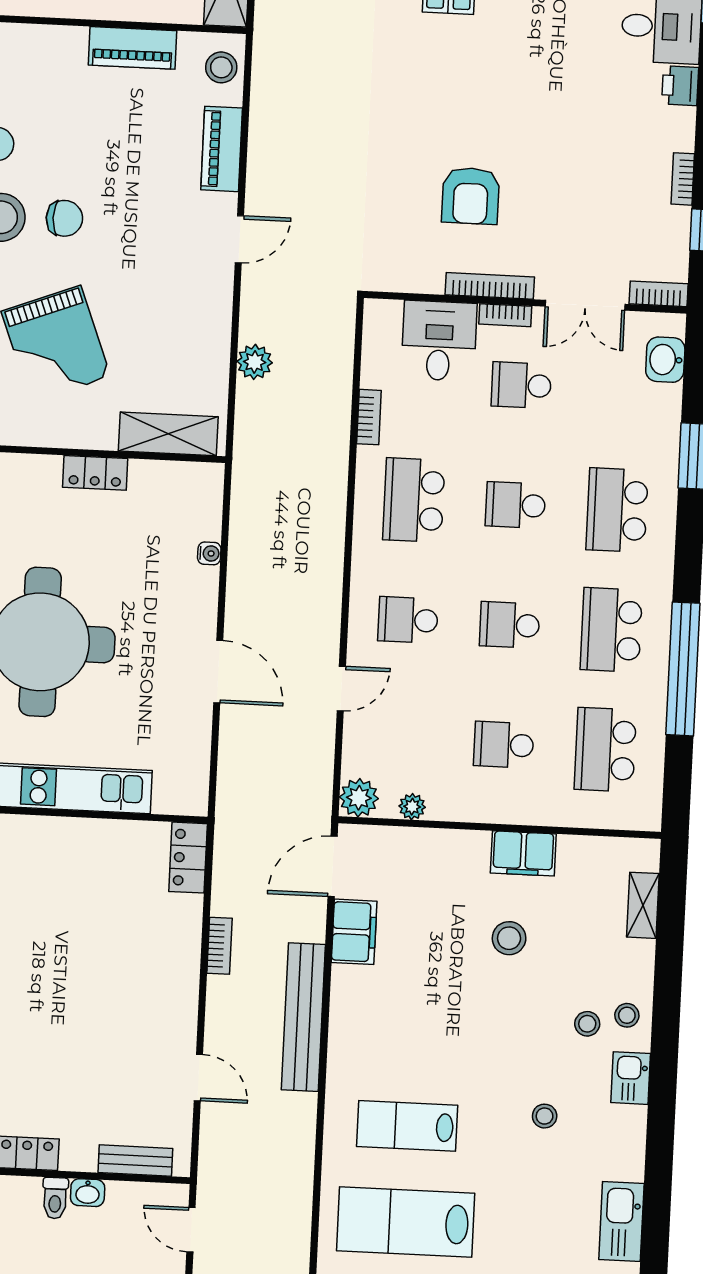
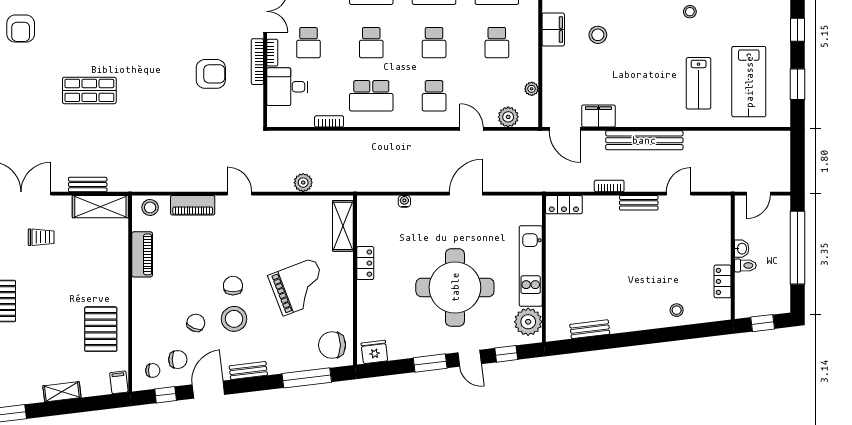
plant: (359, 798) -> (508, 117), moved
bench: (135, 1160) -> (639, 203), moved, turned 90

